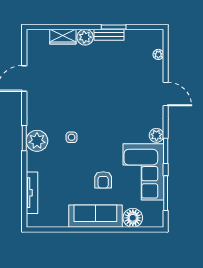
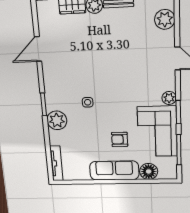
plant: (158, 54) -> (165, 19), width x1.87, depth x1.87
plant: (37, 141) -> (57, 120), moved
armchair: (103, 180) -> (120, 139), turned 90
tv unit: (32, 193) -> (56, 163), moved

